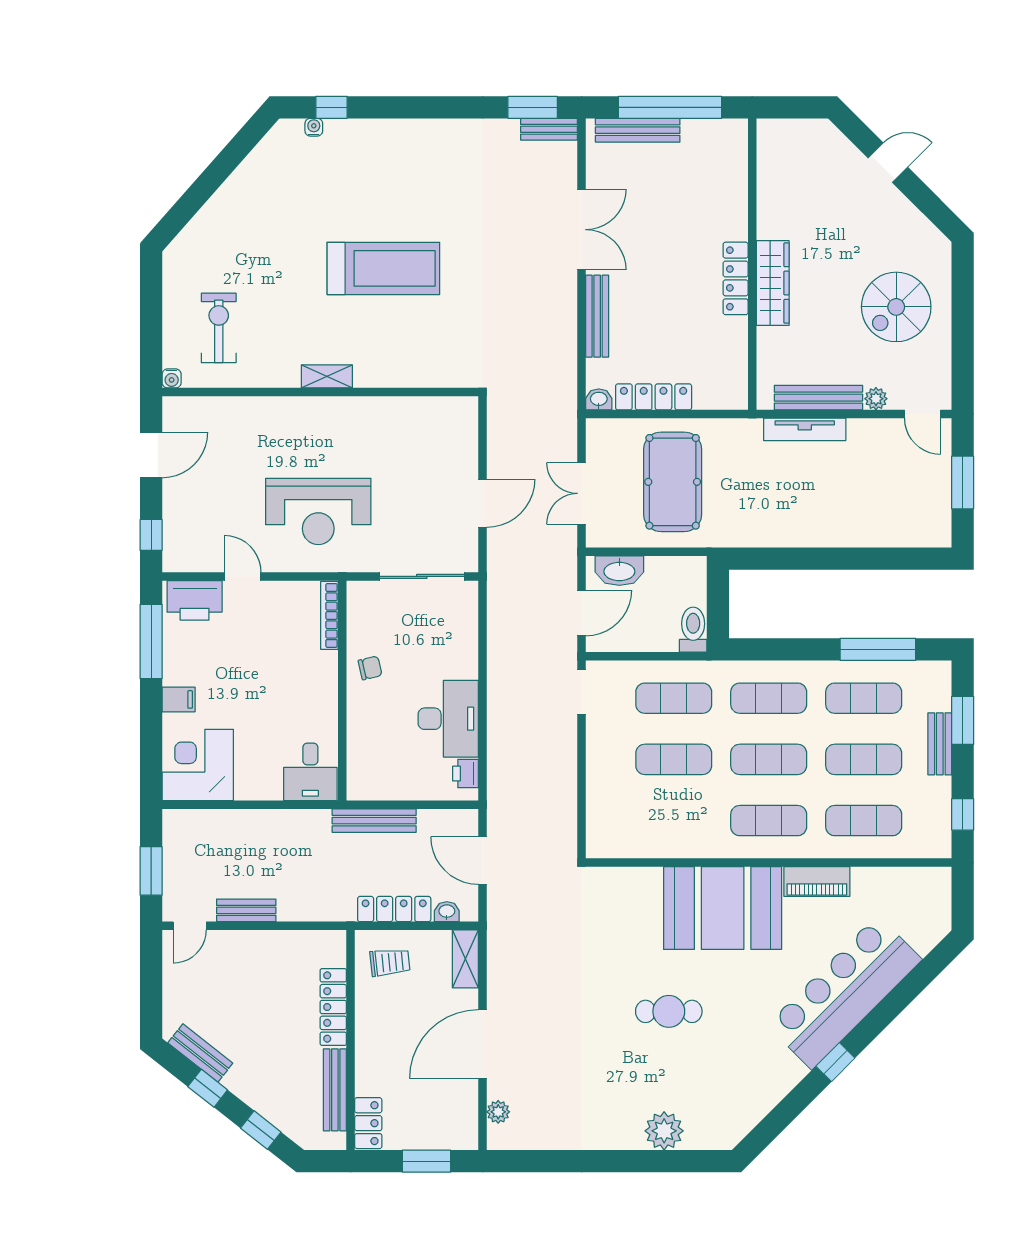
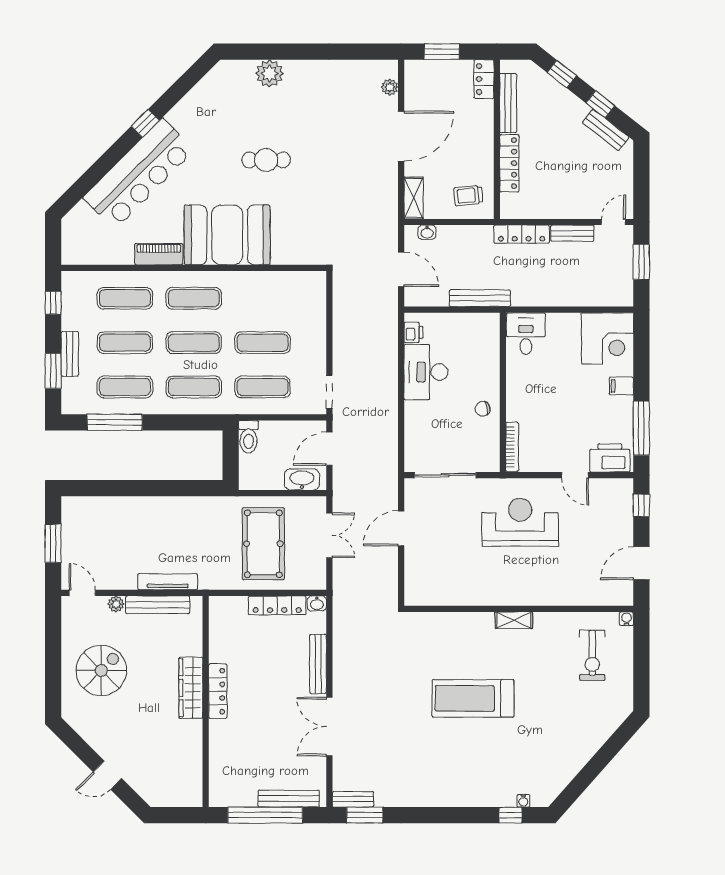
locker: (394, 909) -> (522, 234), moved

